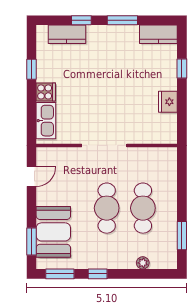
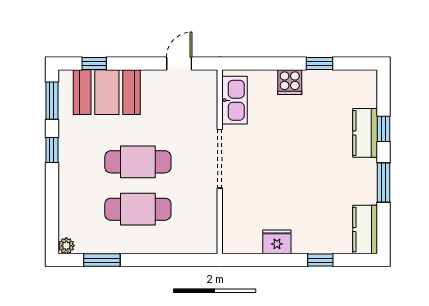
kitchen counter: (67, 34) -> (365, 133), moved
kitchen sink: (46, 121) -> (234, 100), moved, turned -90
door: (32, 176) -> (179, 64), swing flipped
window: (32, 242) -> (94, 64), width x0.67
plant: (143, 263) -> (66, 246), moved

